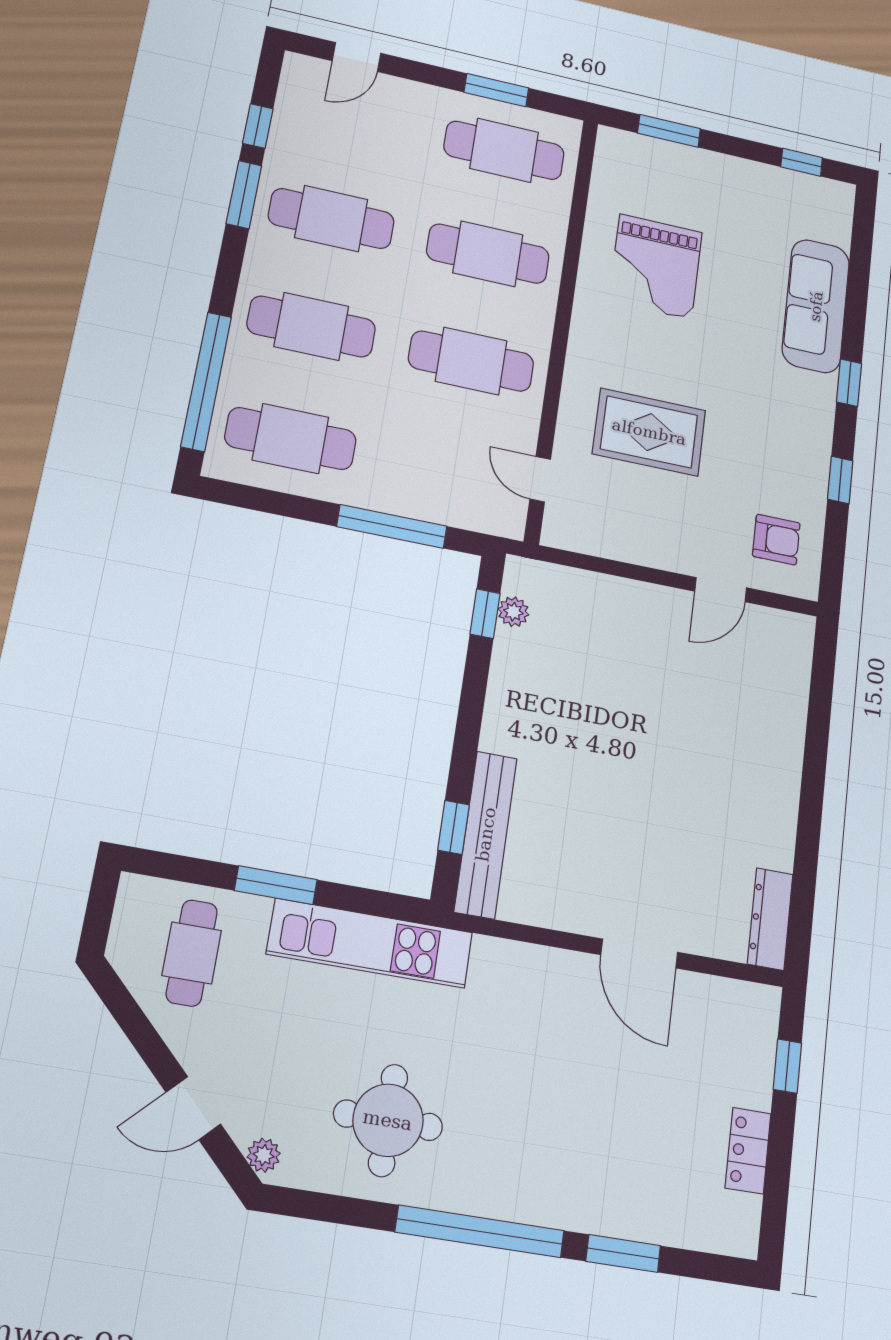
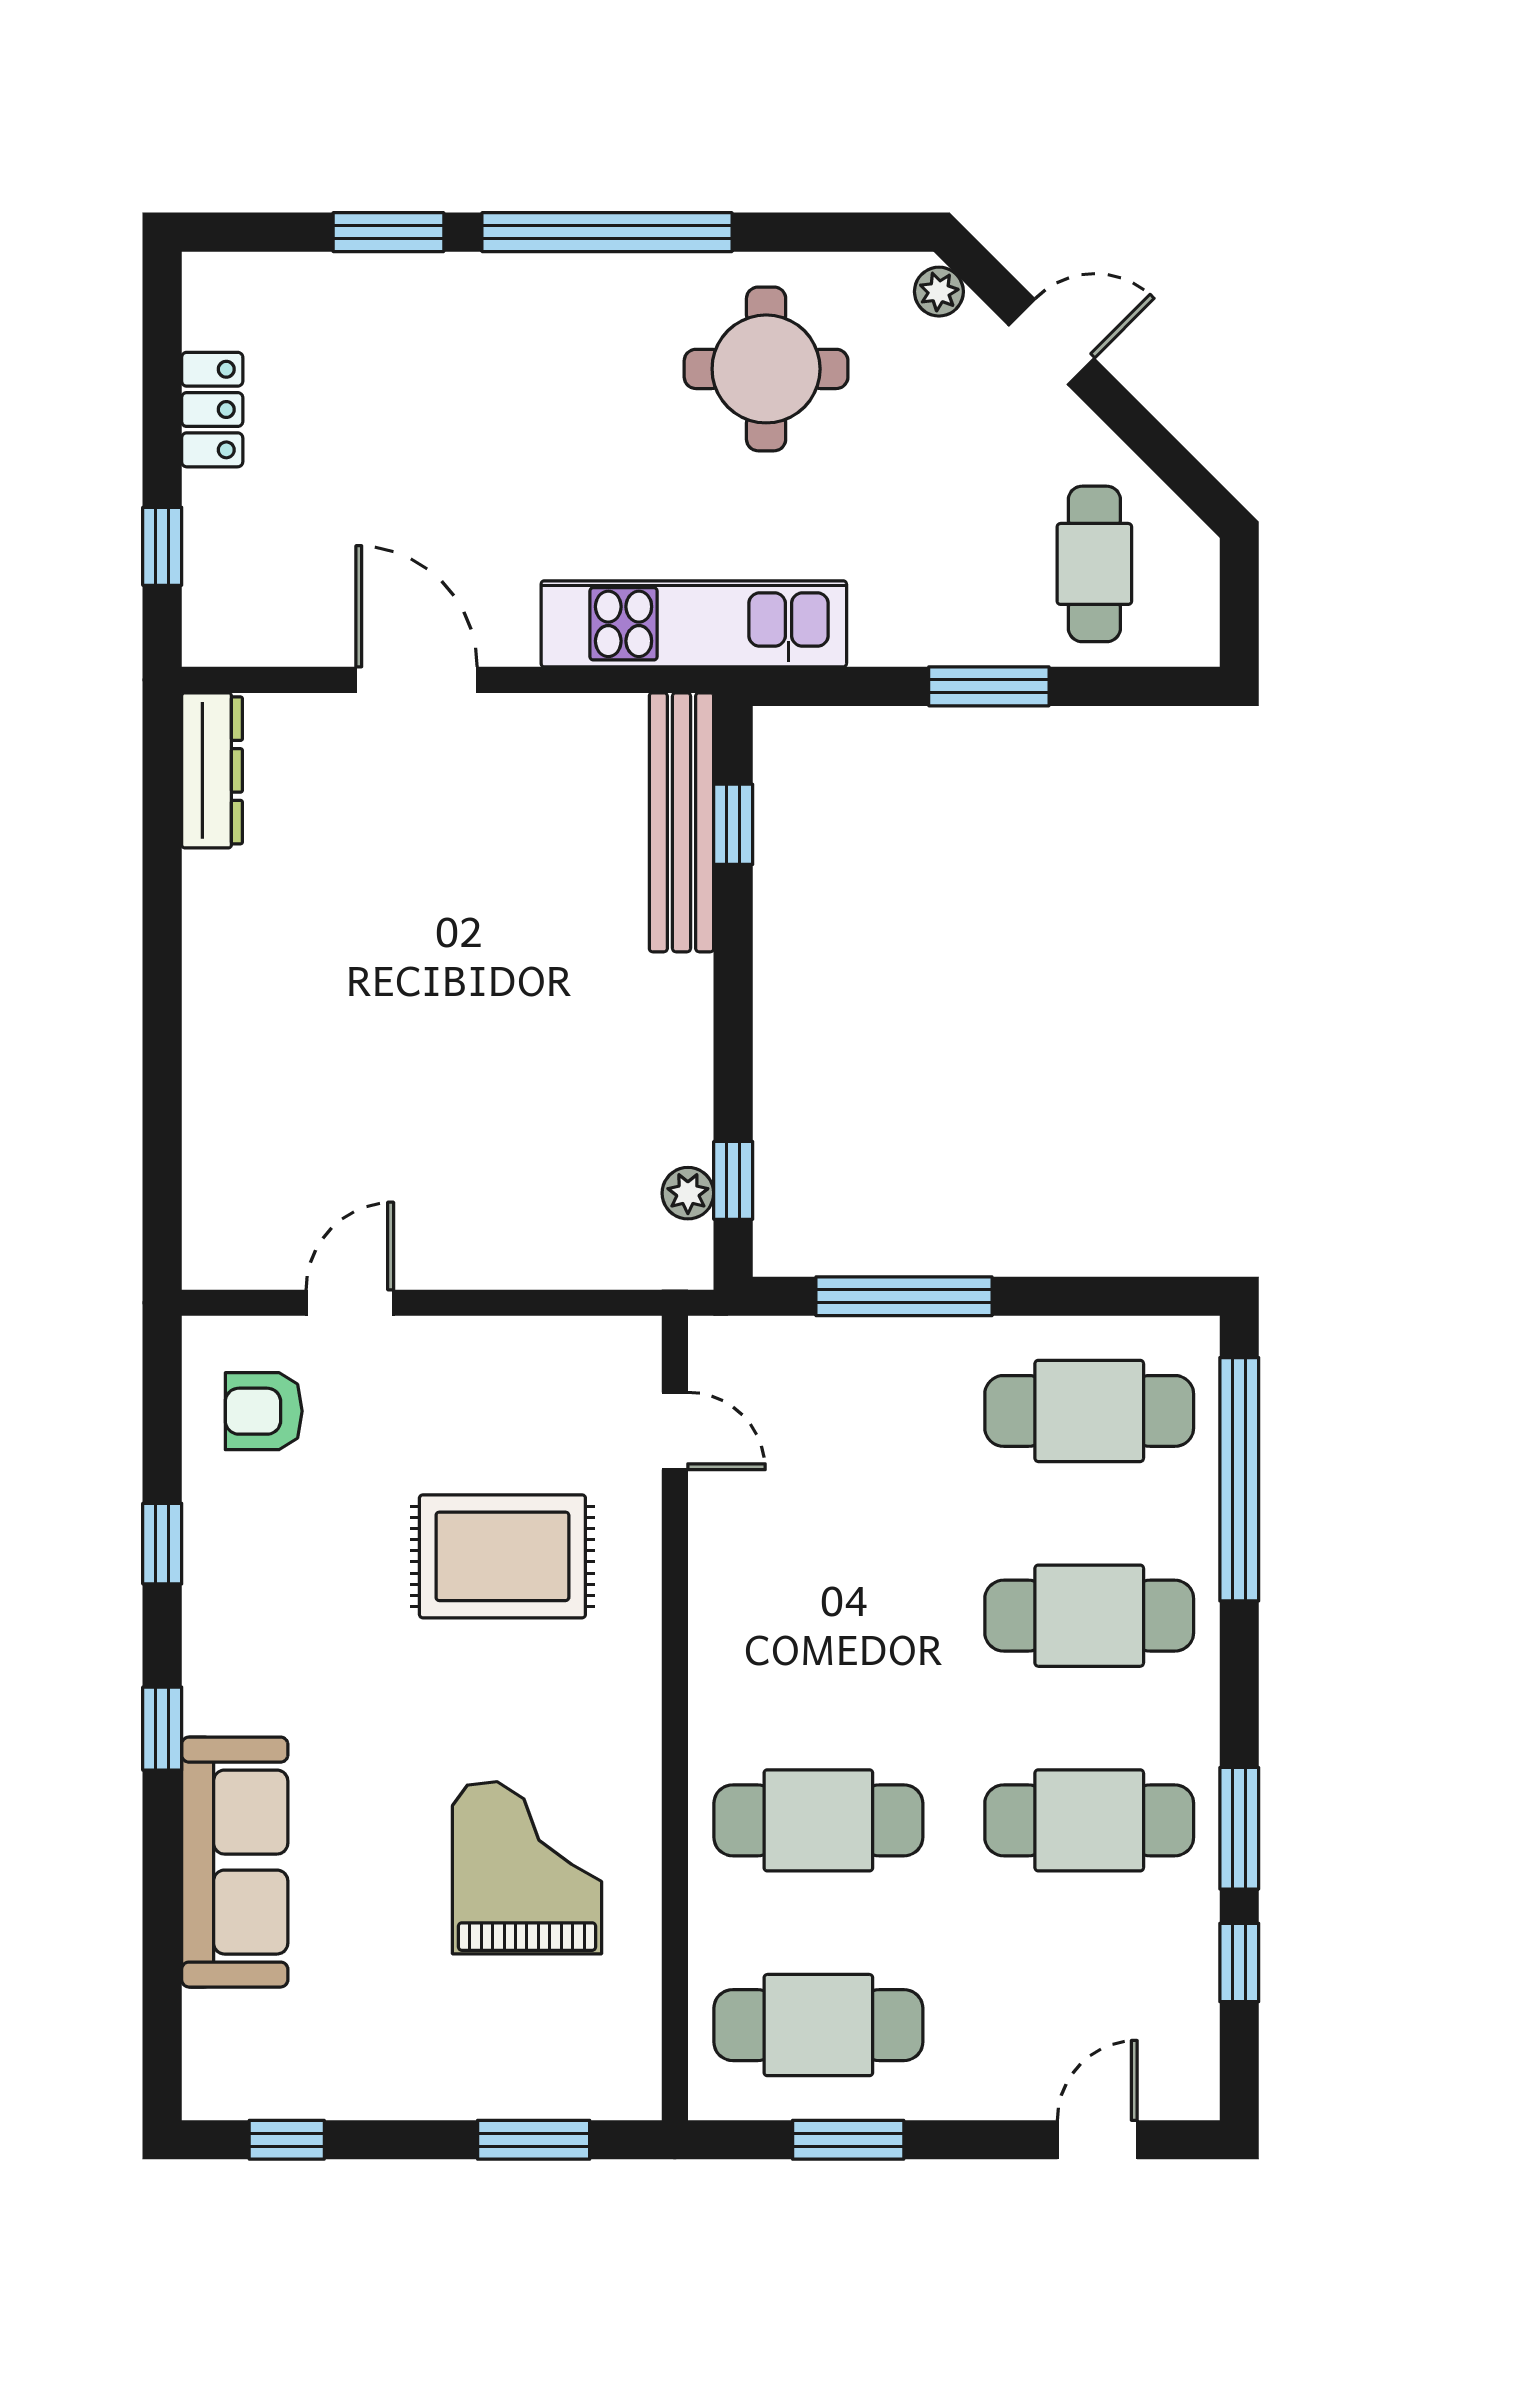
cafe table: (471, 361) -> (818, 1616), removed
kitchen unit: (370, 943) -> (694, 624), moved

